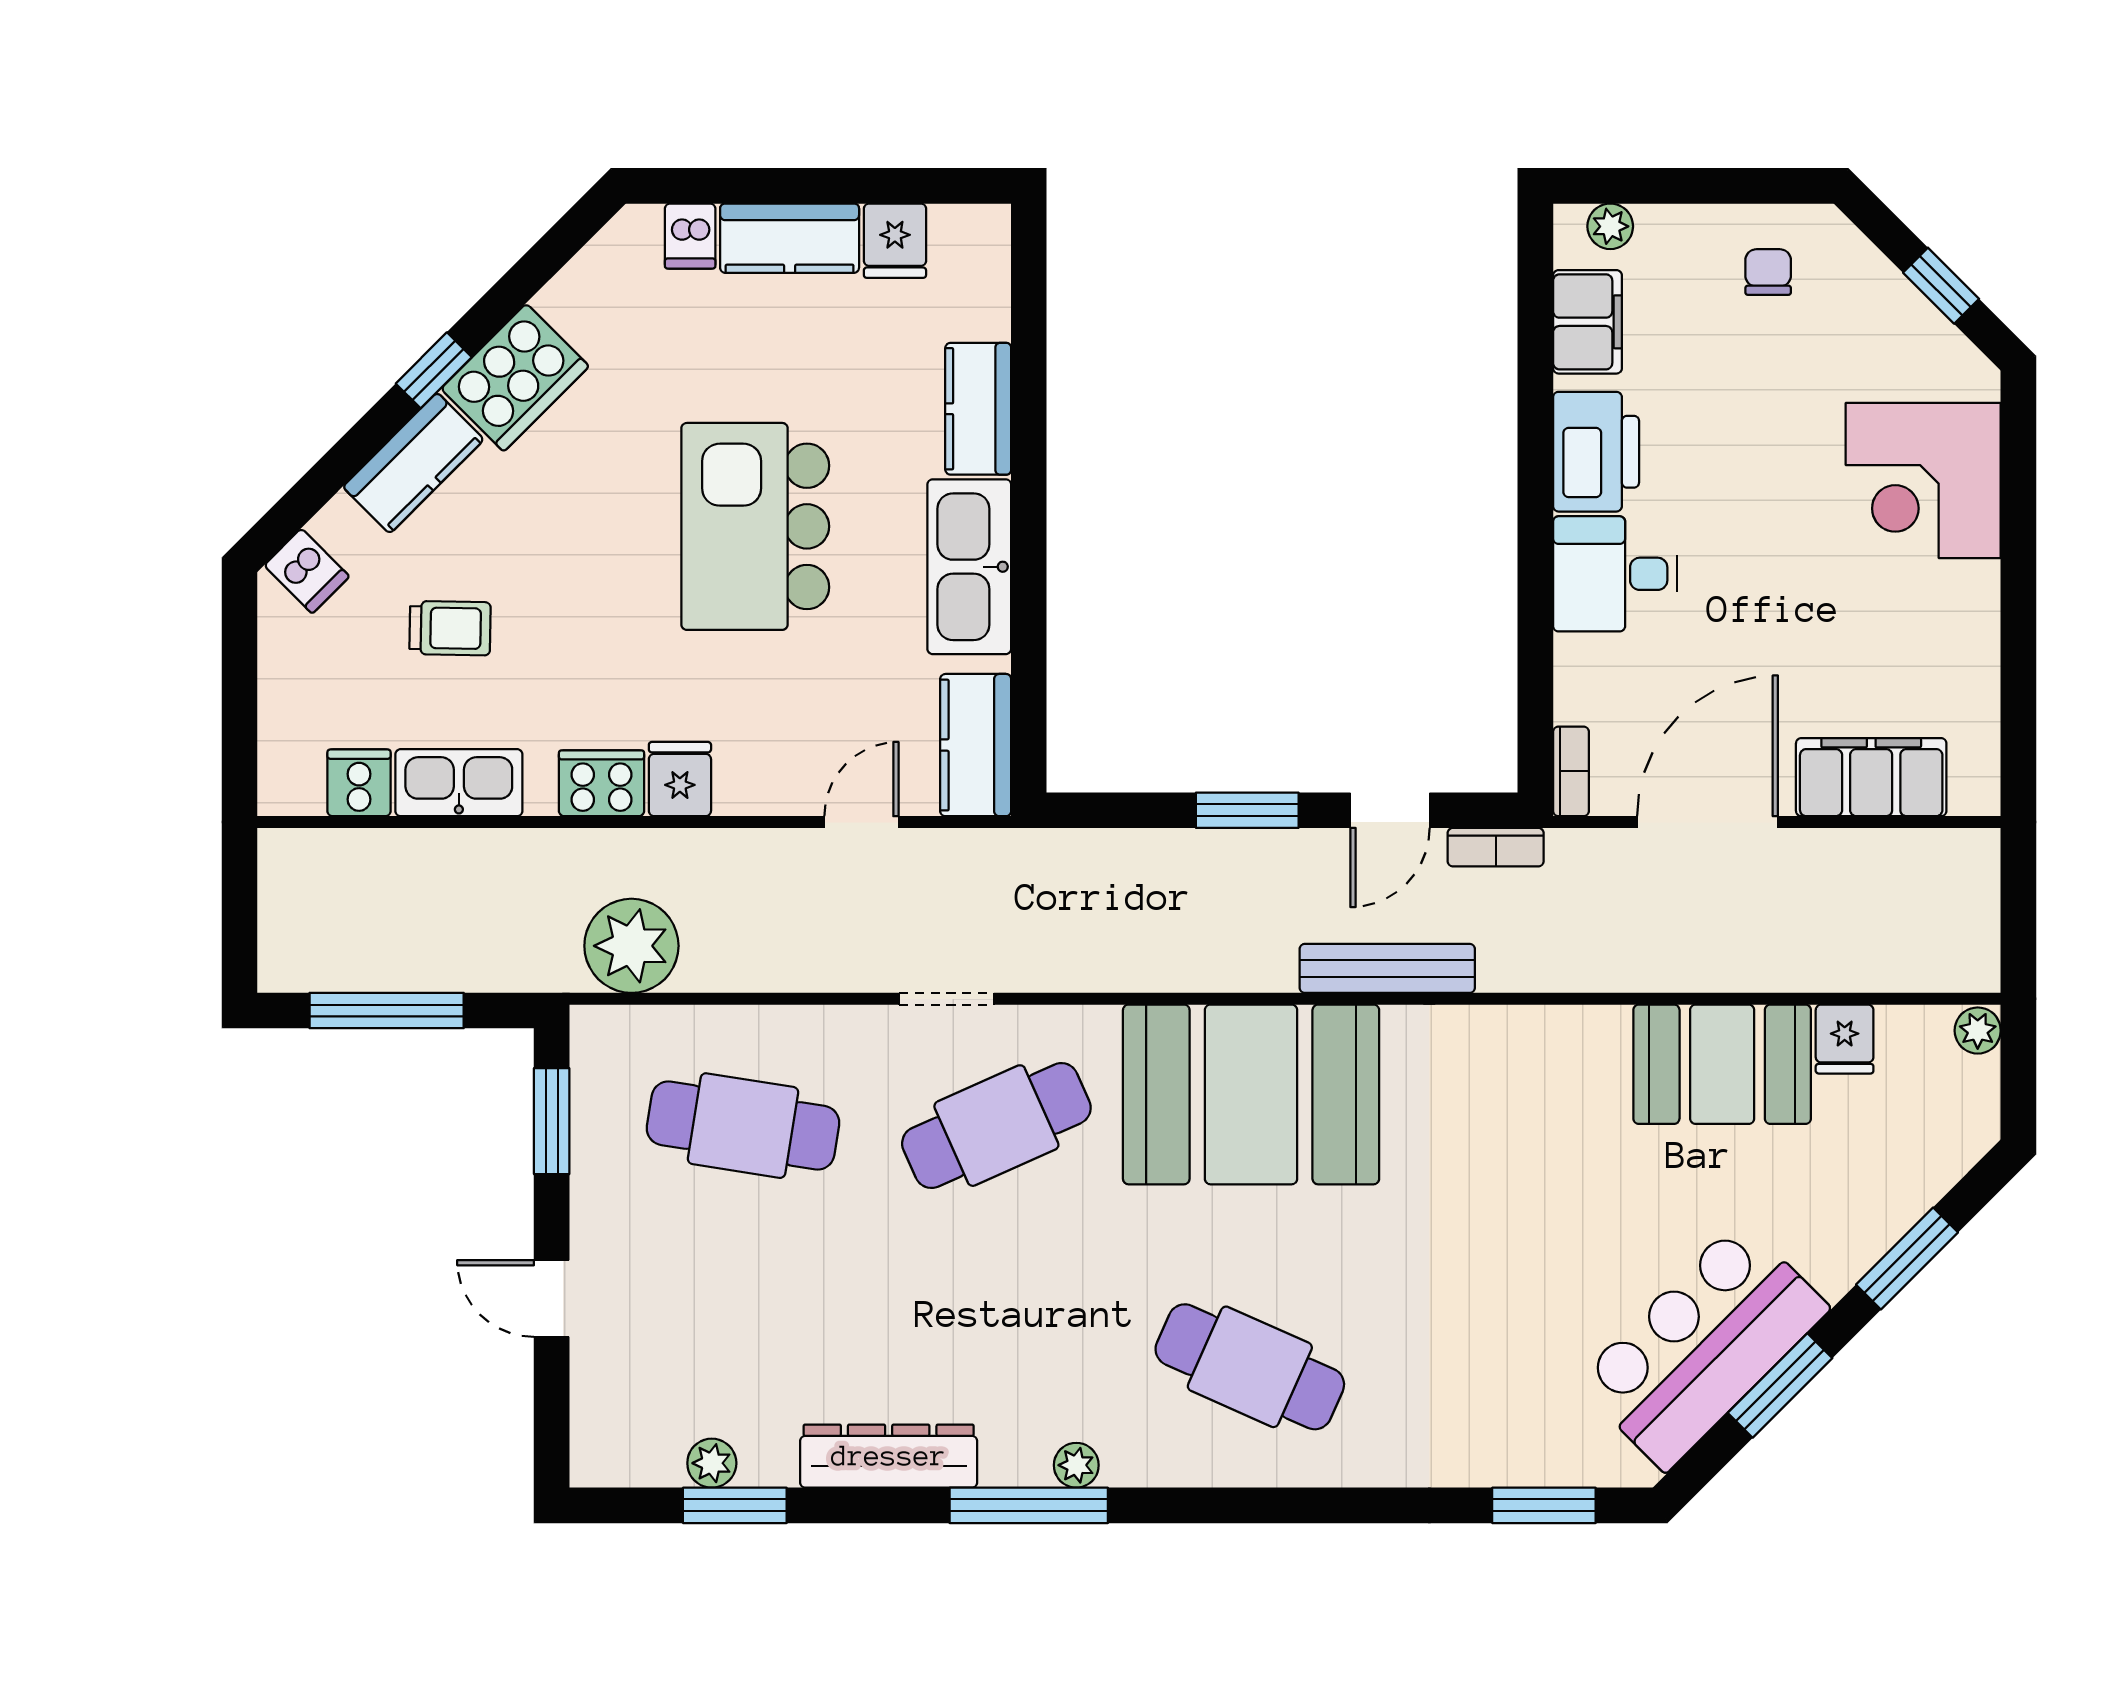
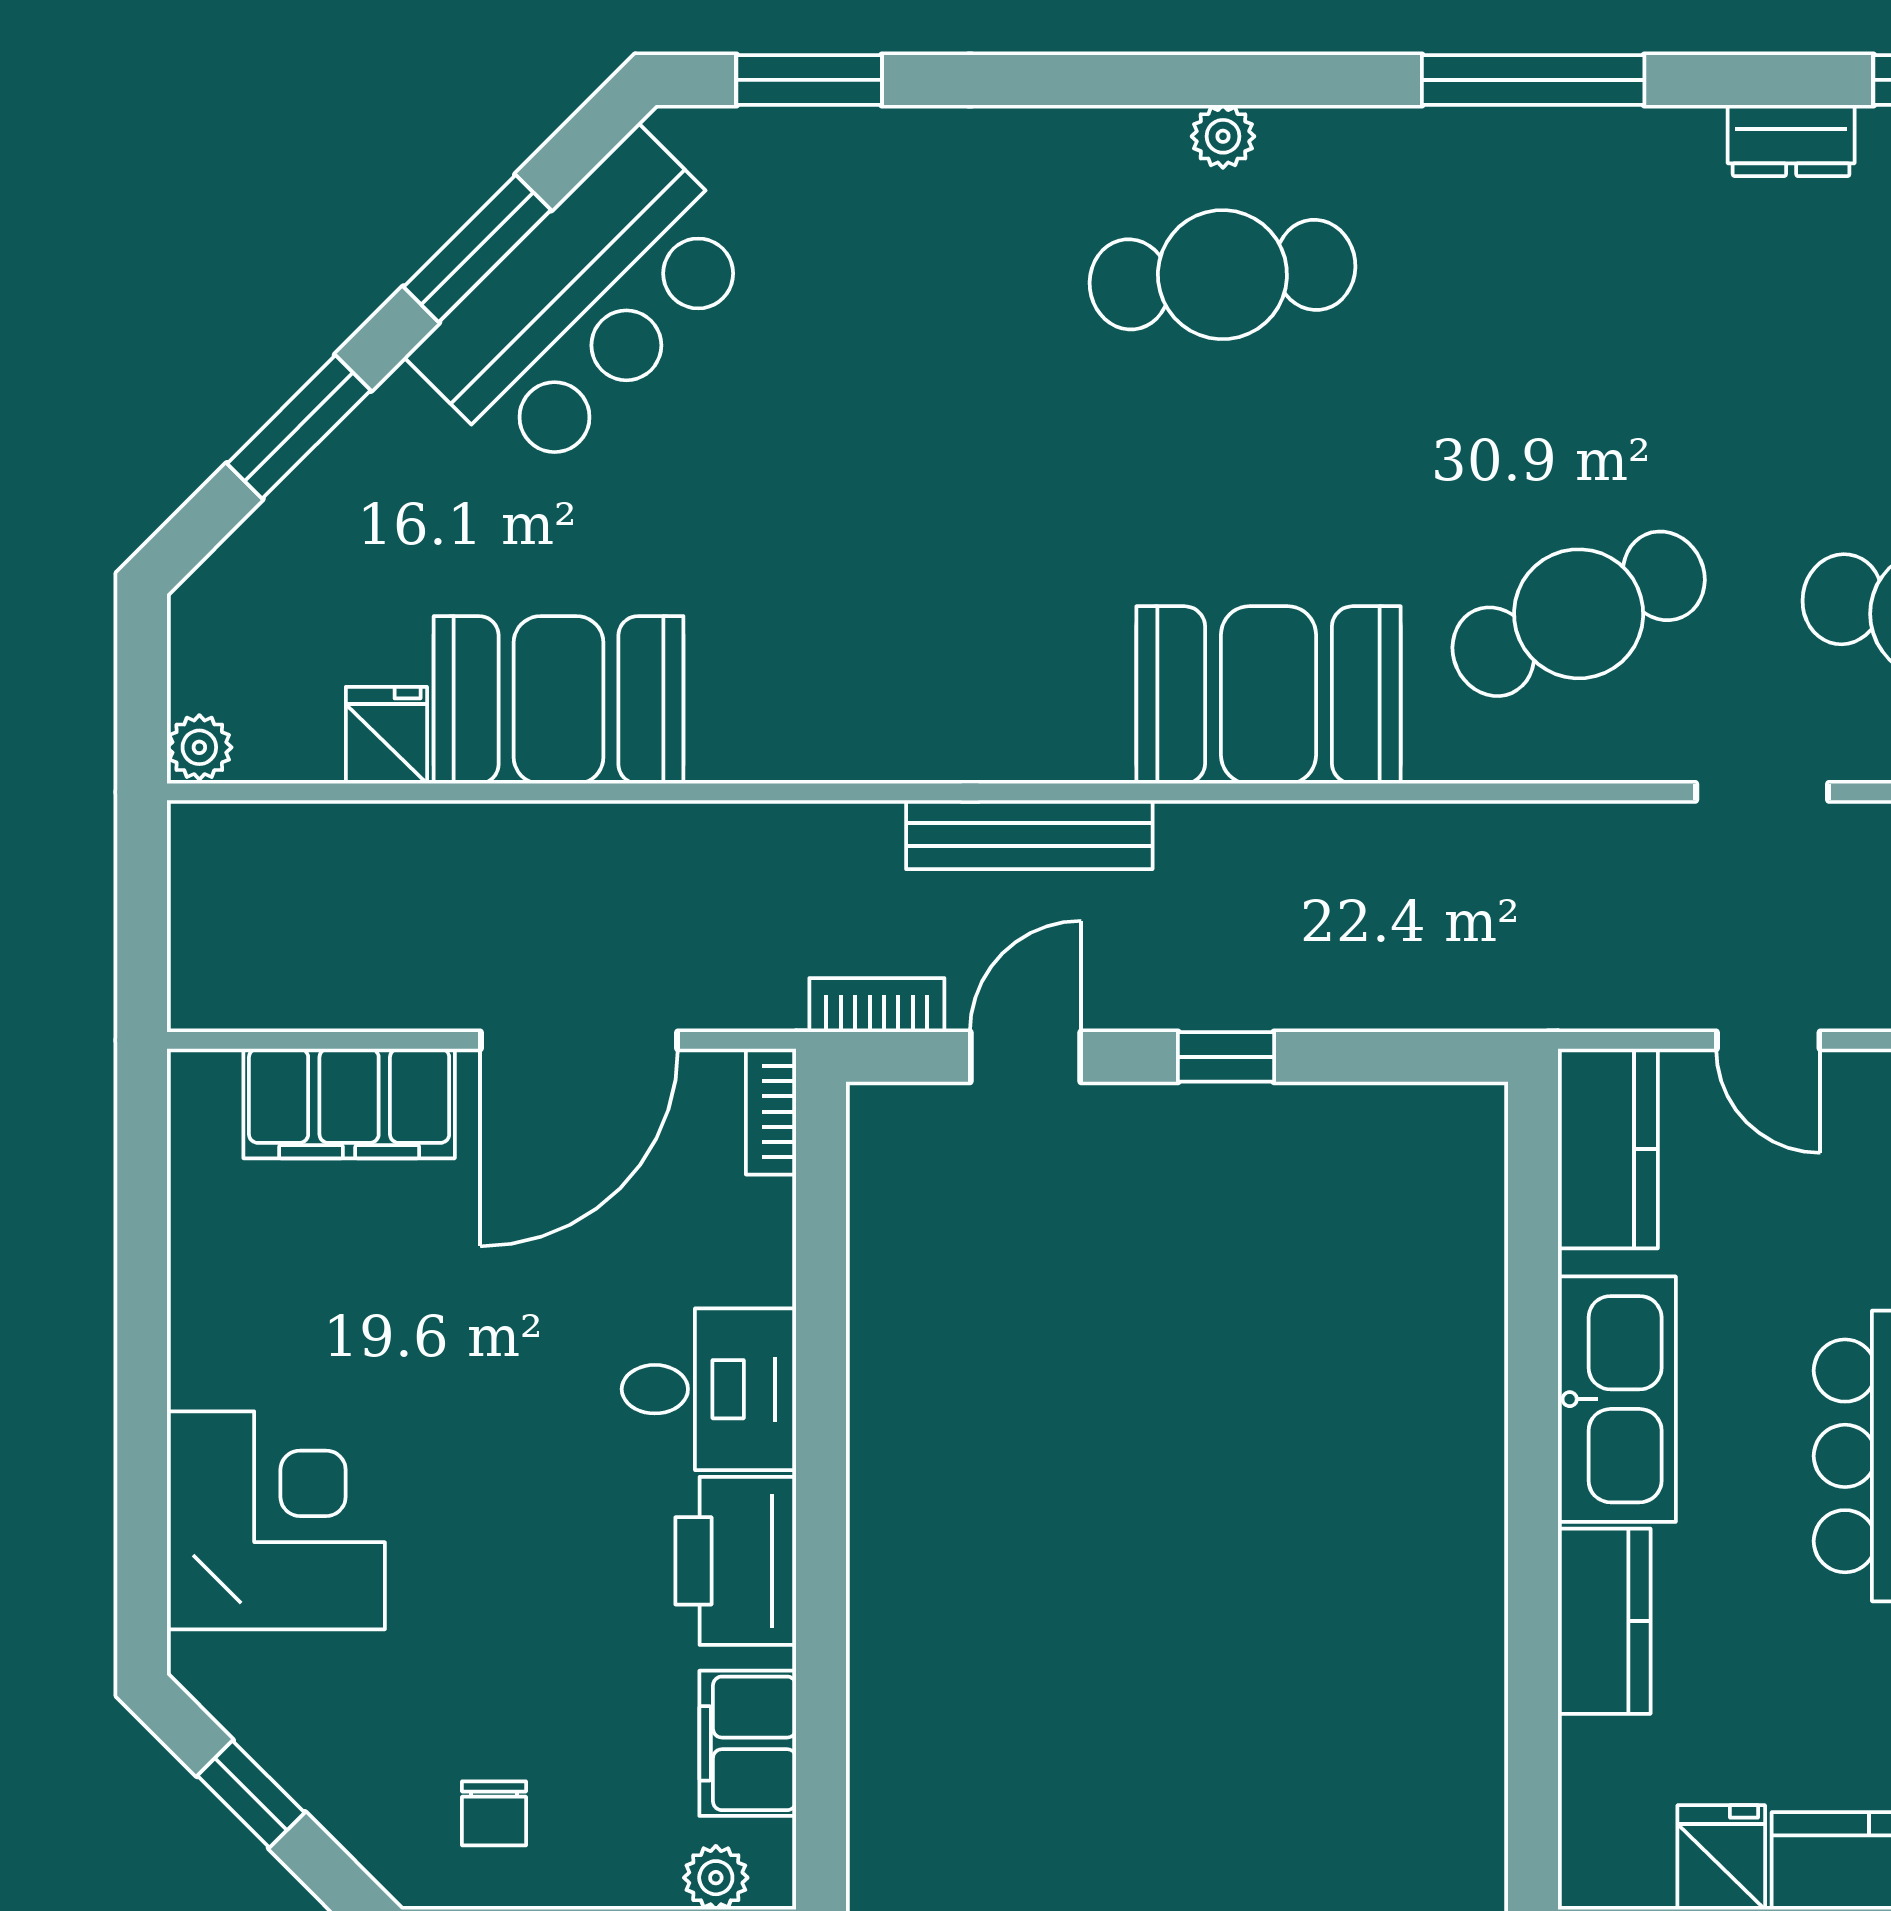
window: (1247, 810) -> (1226, 1057), width x0.67
door: (862, 822) -> (1768, 1040), hinge flipped
doorway: (946, 999) -> (1762, 792), moved
booth: (1251, 1094) -> (1268, 695), width x0.73, depth x0.70
cafe table: (1250, 1367) -> (1222, 275), turned -30
dresser: (889, 1456) -> (1791, 140), width x0.51, depth x0.80
plant: (1076, 1465) -> (1223, 136), moved

